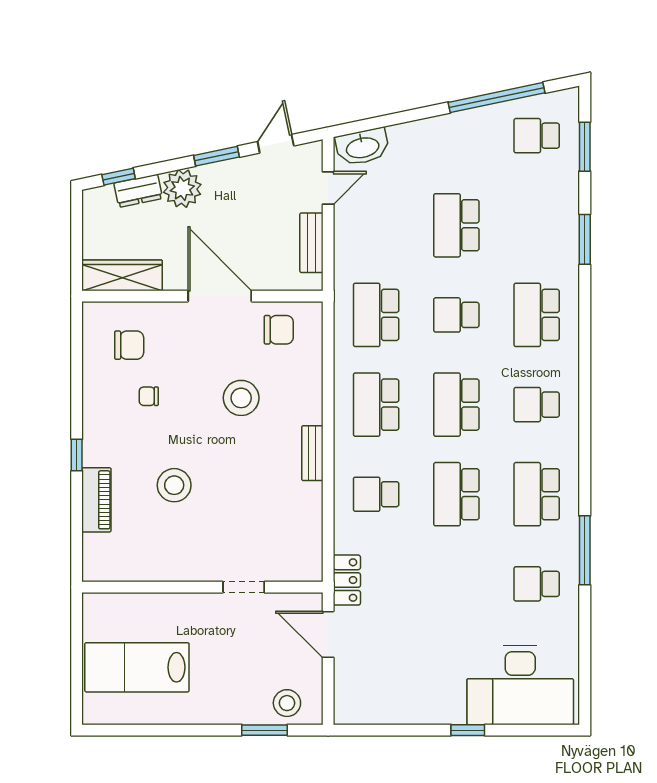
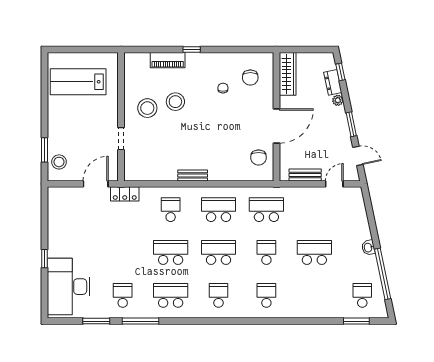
washbasin: (362, 147) -> (368, 248), moved, width x0.52, depth x0.69
plant: (182, 188) -> (338, 100), width x0.53, depth x0.53
door: (328, 188) -> (334, 184), swing flipped
window: (585, 239) -> (96, 321), moved
school desk: (537, 315) -> (266, 295), width x0.54
stool: (241, 398) -> (147, 108), moved
lab bench: (137, 667) -> (78, 82), turned -90

